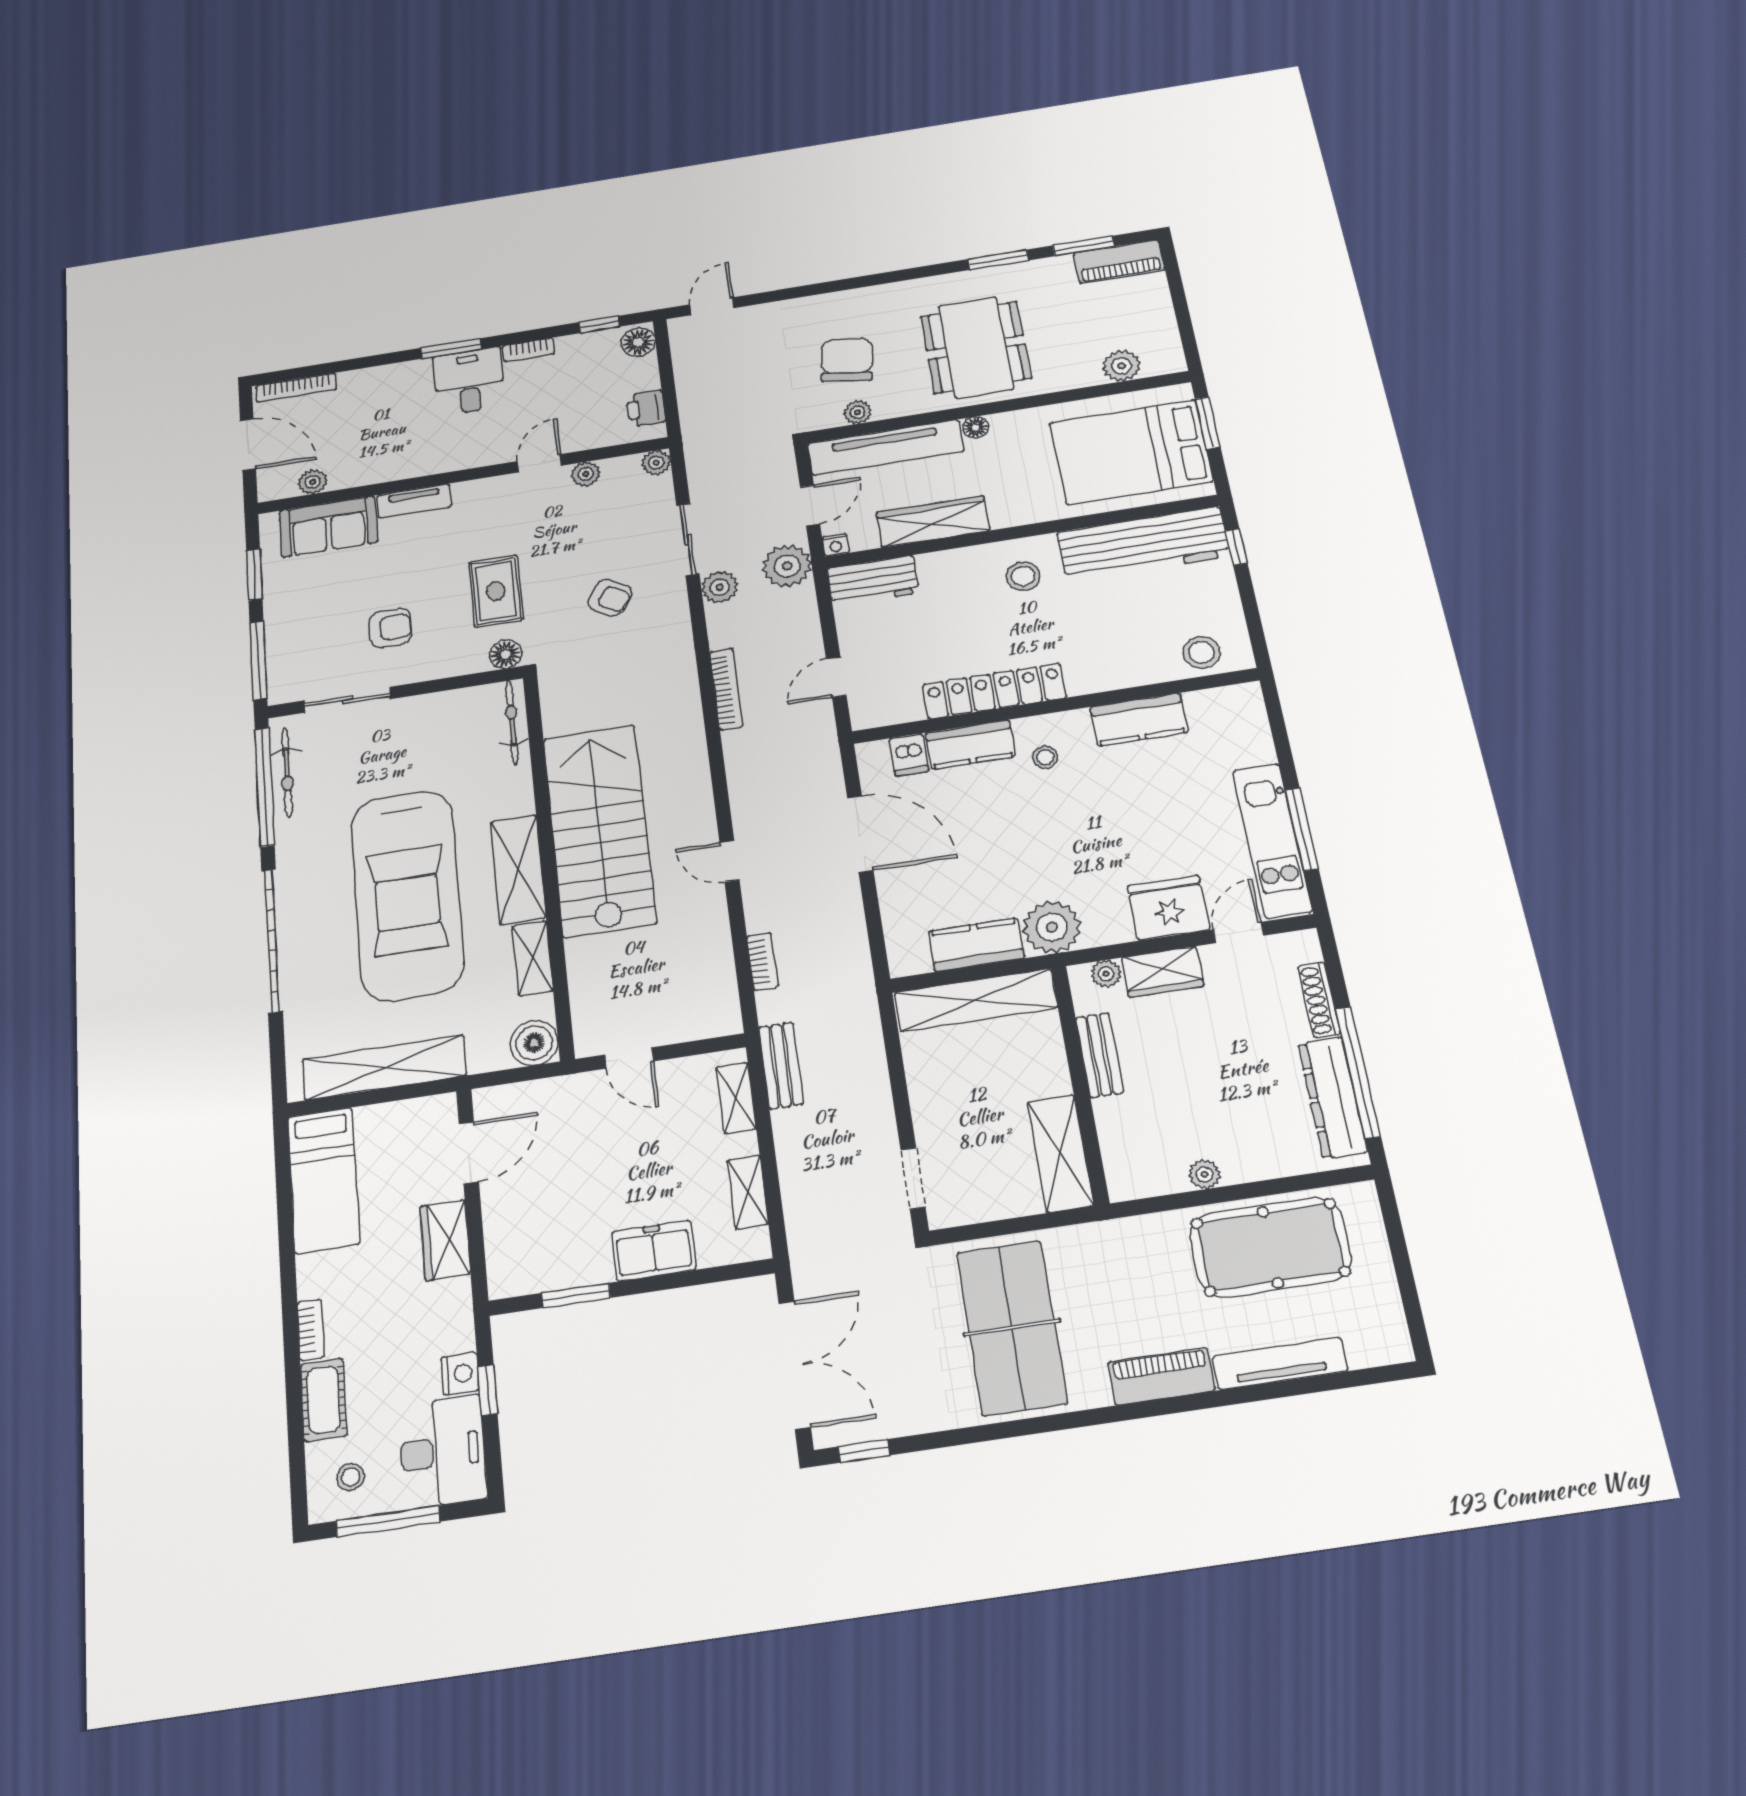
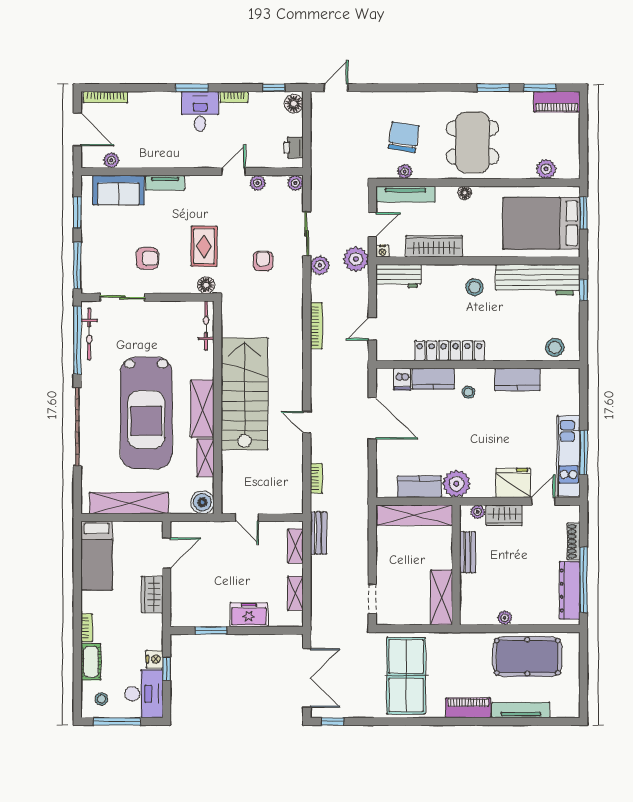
tv unit: (886, 448) -> (406, 194), width x0.73, depth x0.78
armchair: (610, 598) -> (263, 261), turned -123

